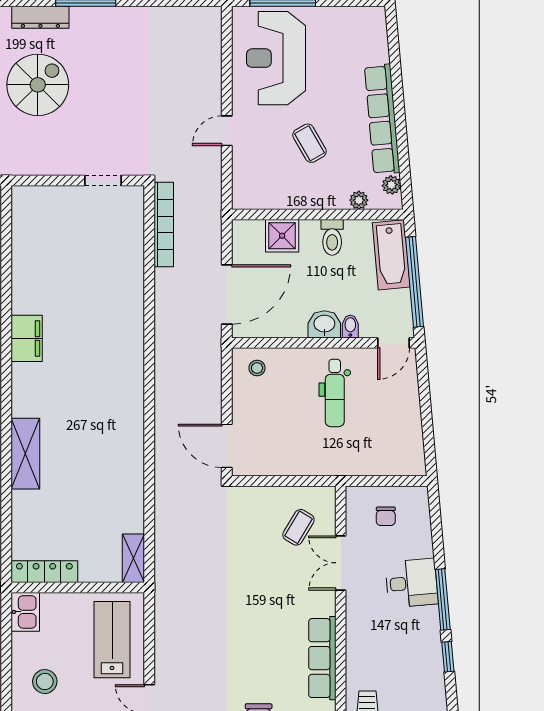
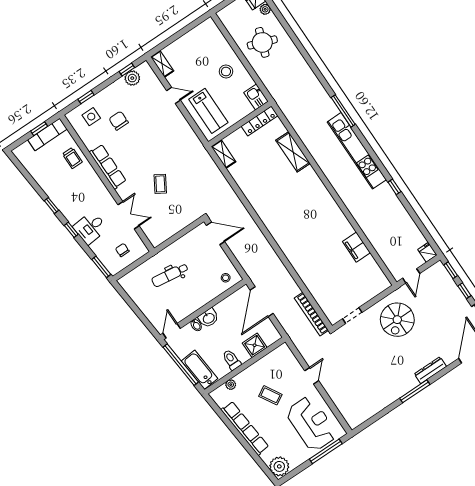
spiral stairs: (38, 85) -> (397, 320), moved
plant: (391, 185) -> (279, 466), moved, width x1.88, depth x1.88
filing cabinet: (27, 338) -> (356, 247), moved
dental chair: (335, 393) -> (170, 275), moved, turned -82
shelving: (25, 454) -> (293, 152), moved
window: (435, 512) -> (101, 267), added
coffee table: (298, 527) -> (160, 184), moved
window: (443, 600) -> (71, 230), width x0.46

